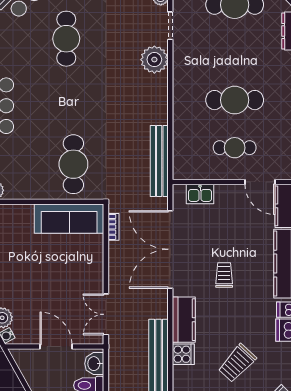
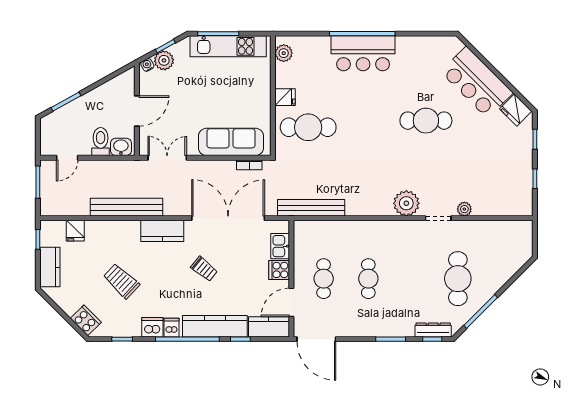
cafe table: (235, 100) -> (368, 279), width x0.73, depth x0.74
fridge: (41, 189) -> (285, 97), added
sofa: (69, 219) -> (231, 142), moved, turned 90
trolley: (224, 275) -> (204, 269), turned 39
cooker: (183, 354) -> (279, 270), moved, turned 90

